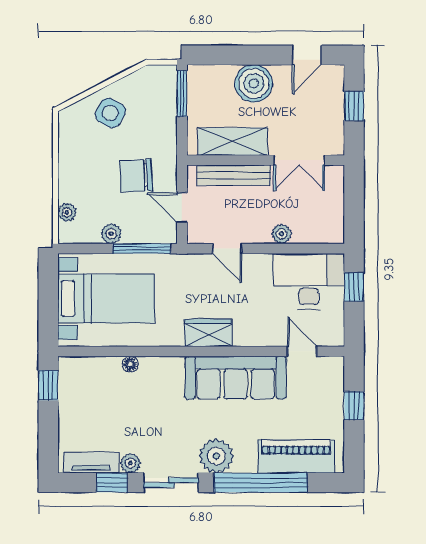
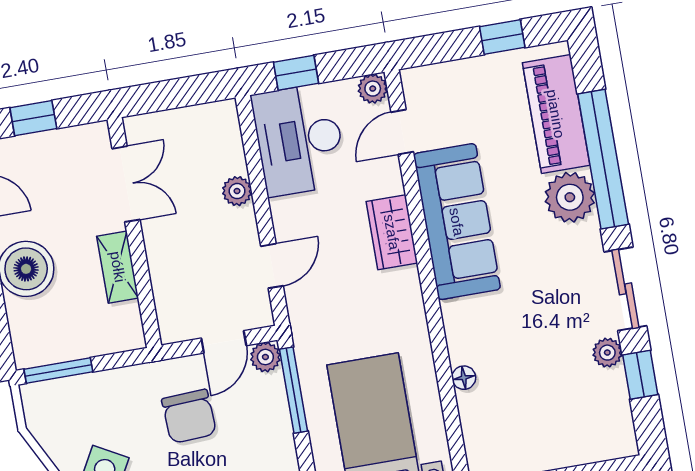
shelving: (233, 142) -> (118, 267), width x0.67, depth x0.75
bench: (234, 175) -> (164, 275), removed
plant: (111, 234) -> (265, 357), moved
wardrobe: (208, 333) -> (392, 232), moved
plant: (334, 337) -> (373, 89), added
window: (354, 406) -> (502, 37), moved
plant: (216, 456) -> (570, 197), moved
tv unit: (91, 463) -> (616, 410), removed

